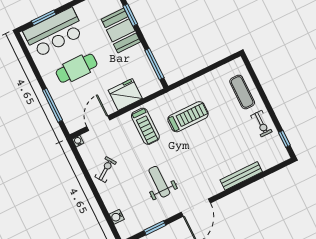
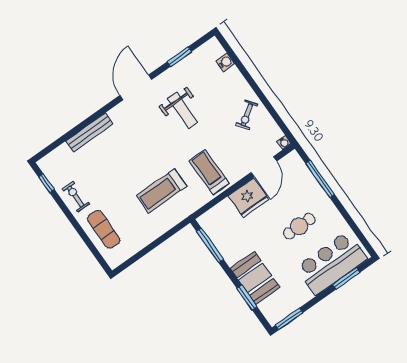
cafe table: (77, 68) -> (299, 226), width x0.73, depth x0.74
fridge: (125, 94) -> (249, 198), moved

